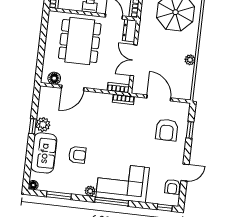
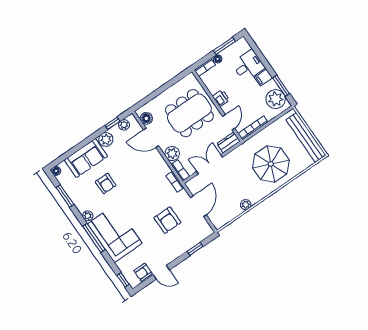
plant: (99, 82) -> (172, 153), added
plant: (44, 100) -> (124, 125), added
window: (33, 126) -> (112, 123), moved
armchair: (167, 130) -> (167, 220), moved, turned -90

